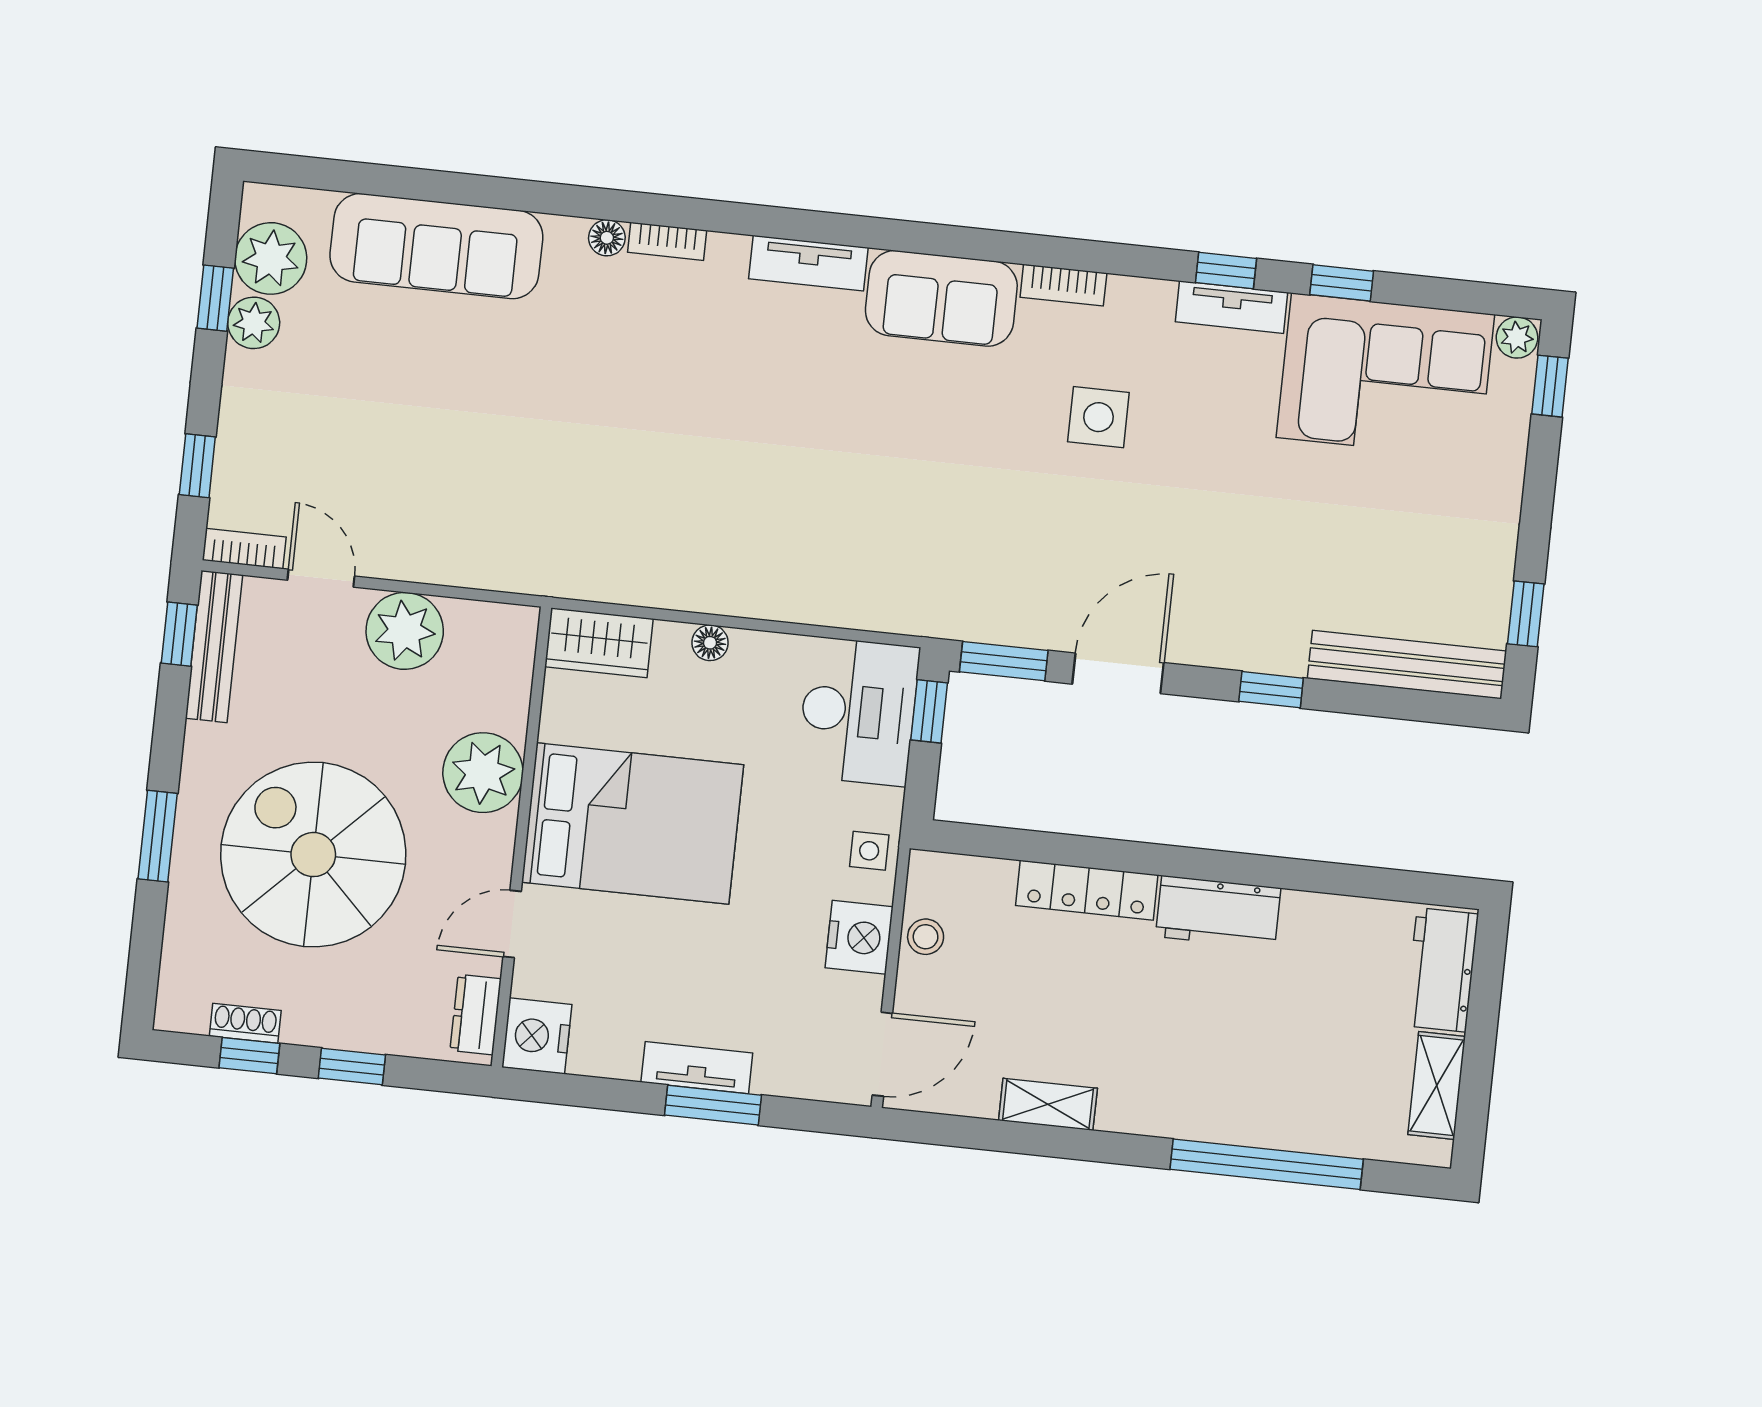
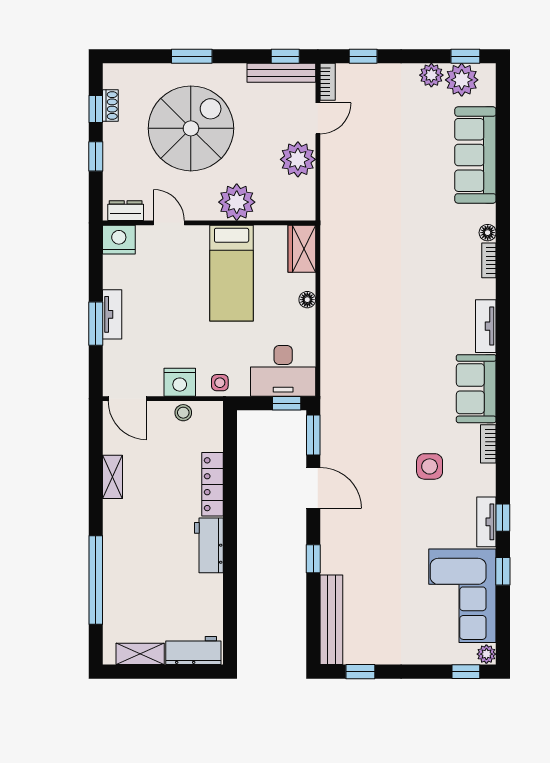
window: (215, 298) -> (465, 56), moved
bed: (633, 824) -> (232, 273), width x0.67

